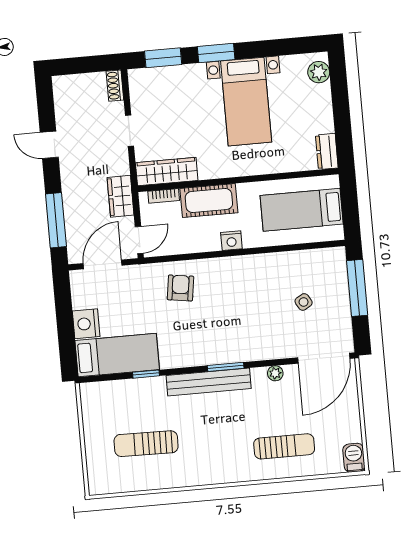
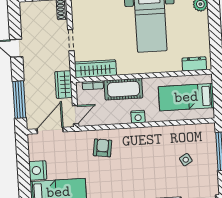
dresser: (327, 151) -> (194, 64), moved, turned 90

